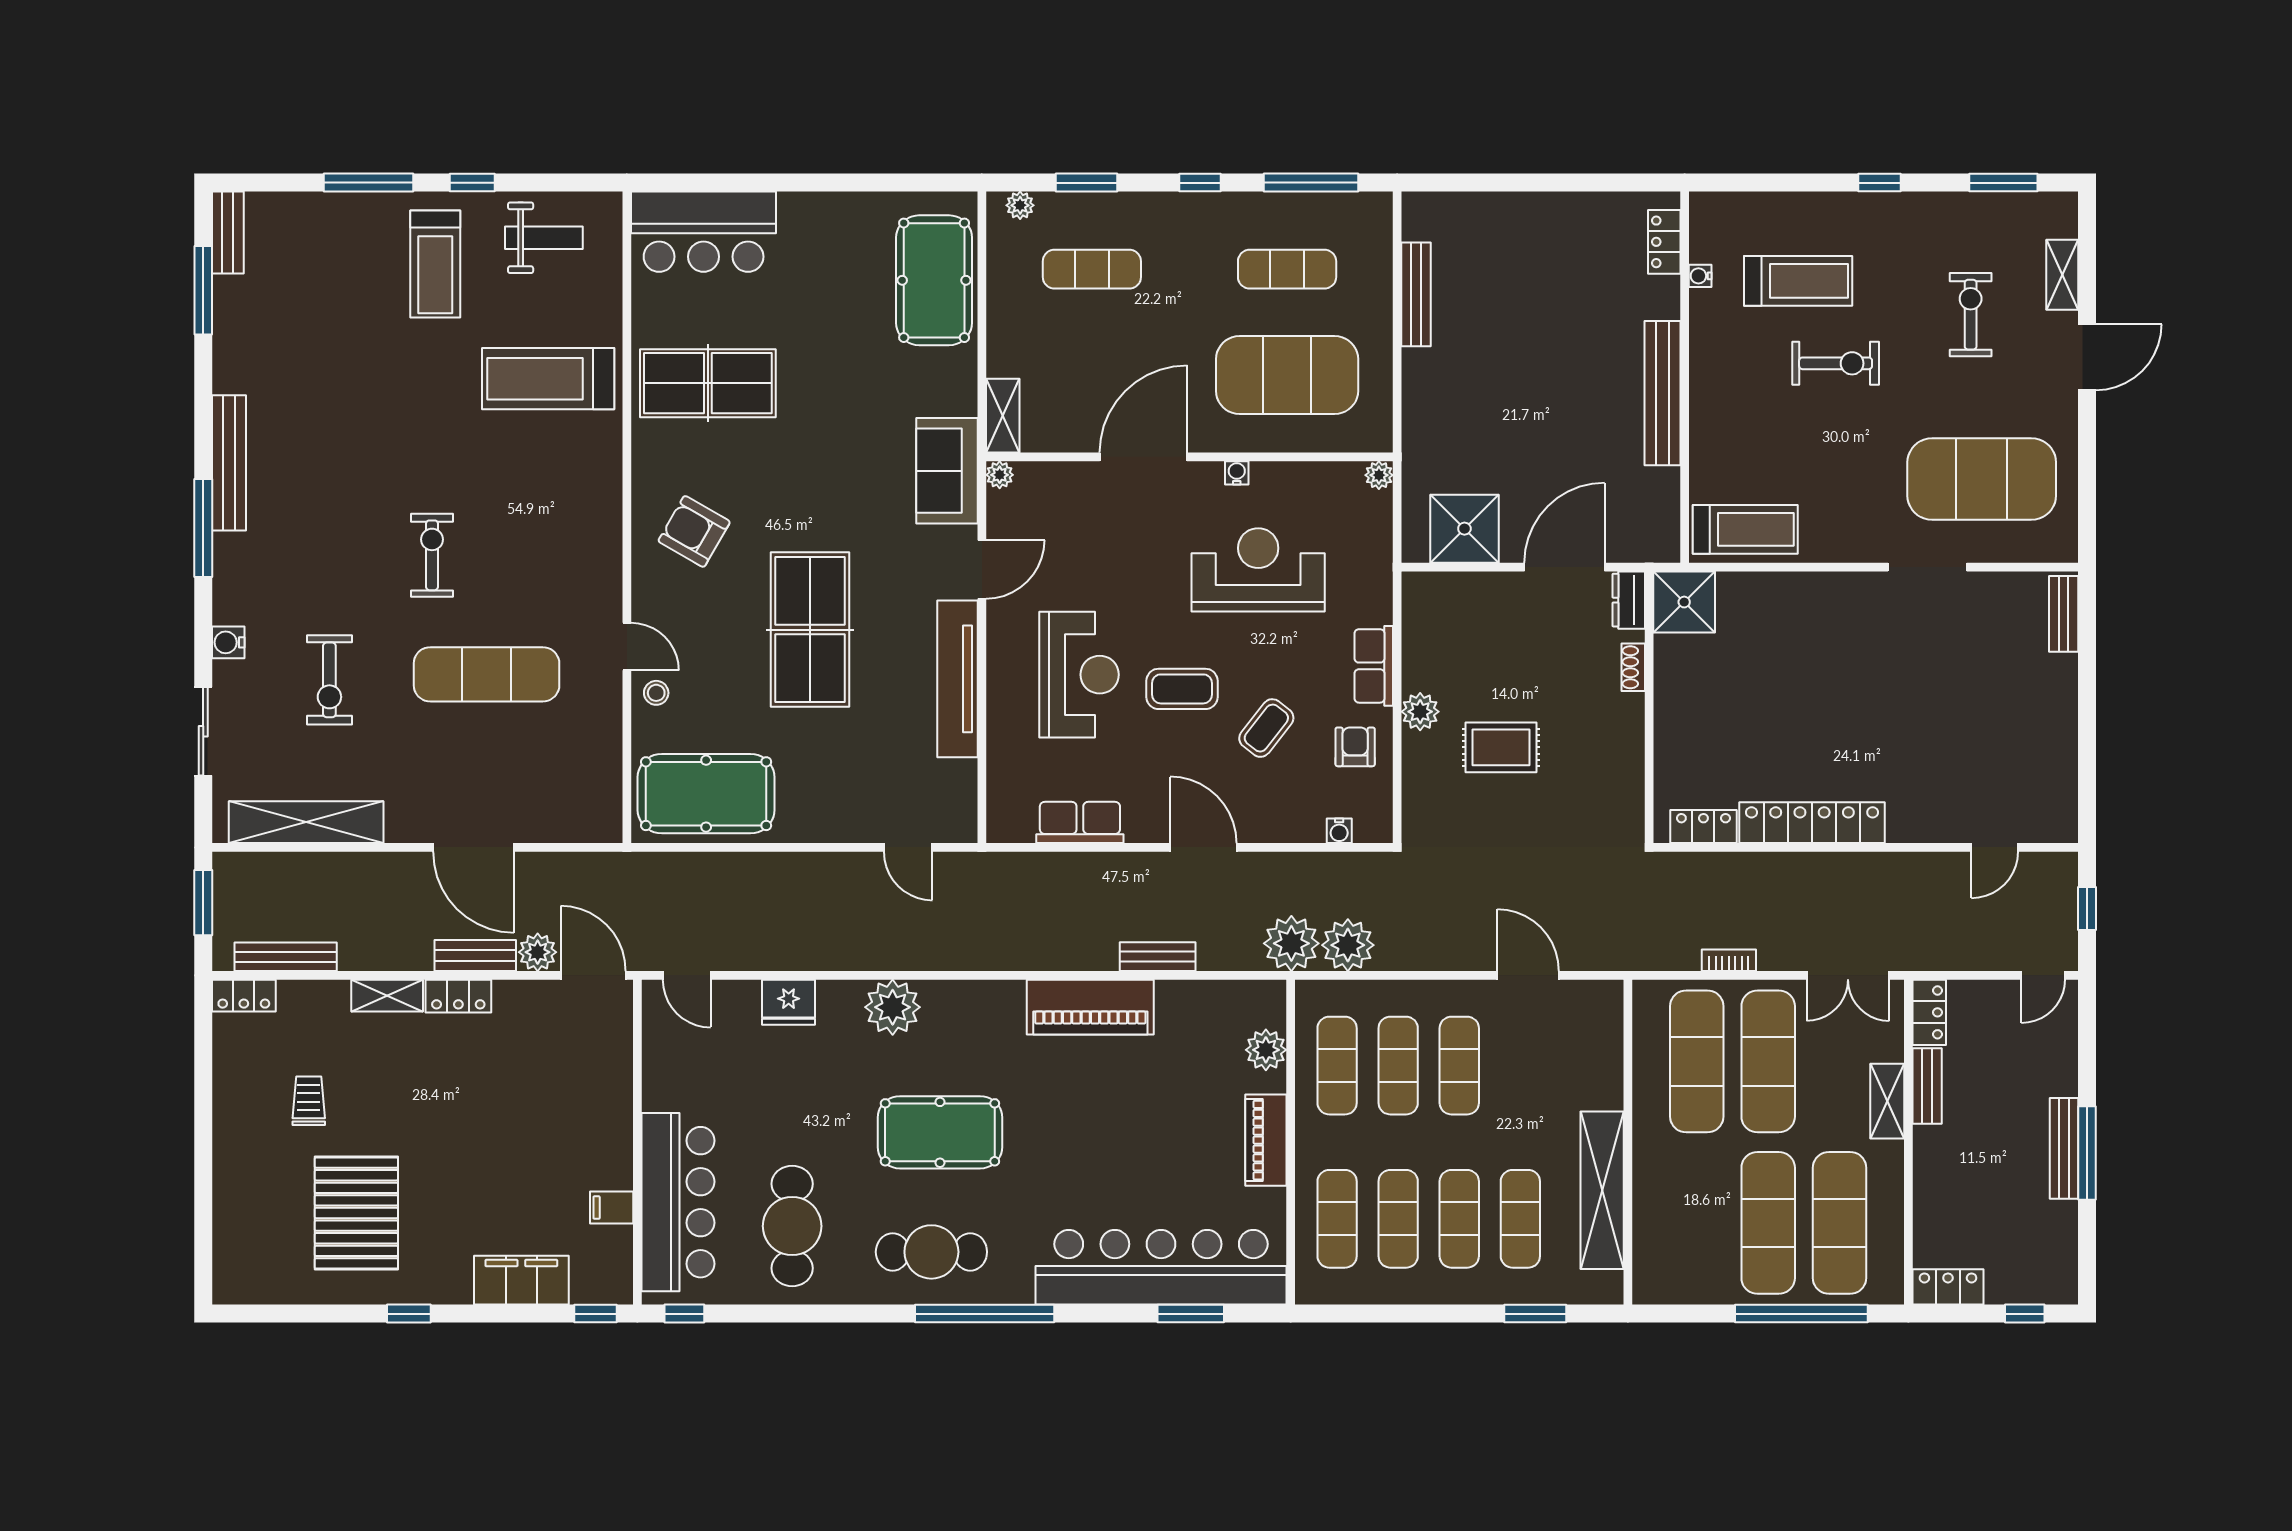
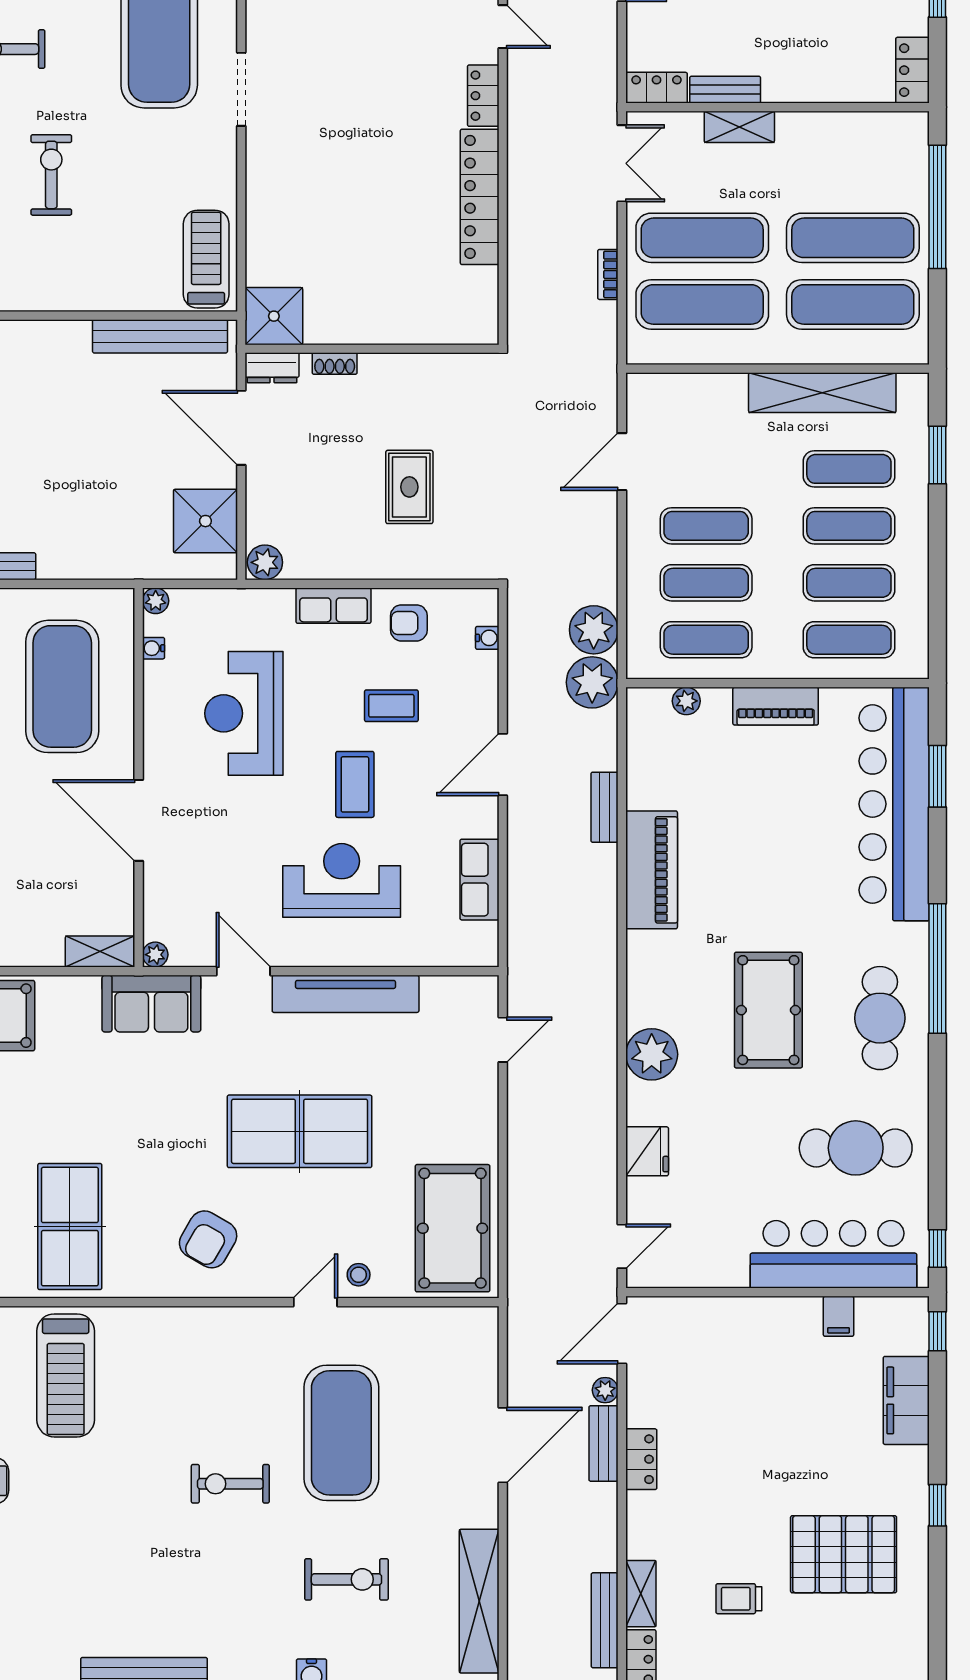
bench: (1662, 393) -> (160, 336), moved
water cooler: (1237, 473) -> (153, 648), moved
exercise mat: (487, 674) -> (341, 1433), width x1.47
plant: (1420, 712) -> (265, 562), moved
coffee table: (1266, 728) -> (391, 706), turned -38
locker: (1703, 827) -> (483, 96), moved
plant: (538, 952) -> (605, 1390), width x0.73, depth x0.73
shelving: (387, 996) -> (641, 1594), moved
plant: (1266, 1050) -> (686, 701), width x0.73, depth x0.73
exercise mat: (1840, 1223) -> (853, 304), moved

